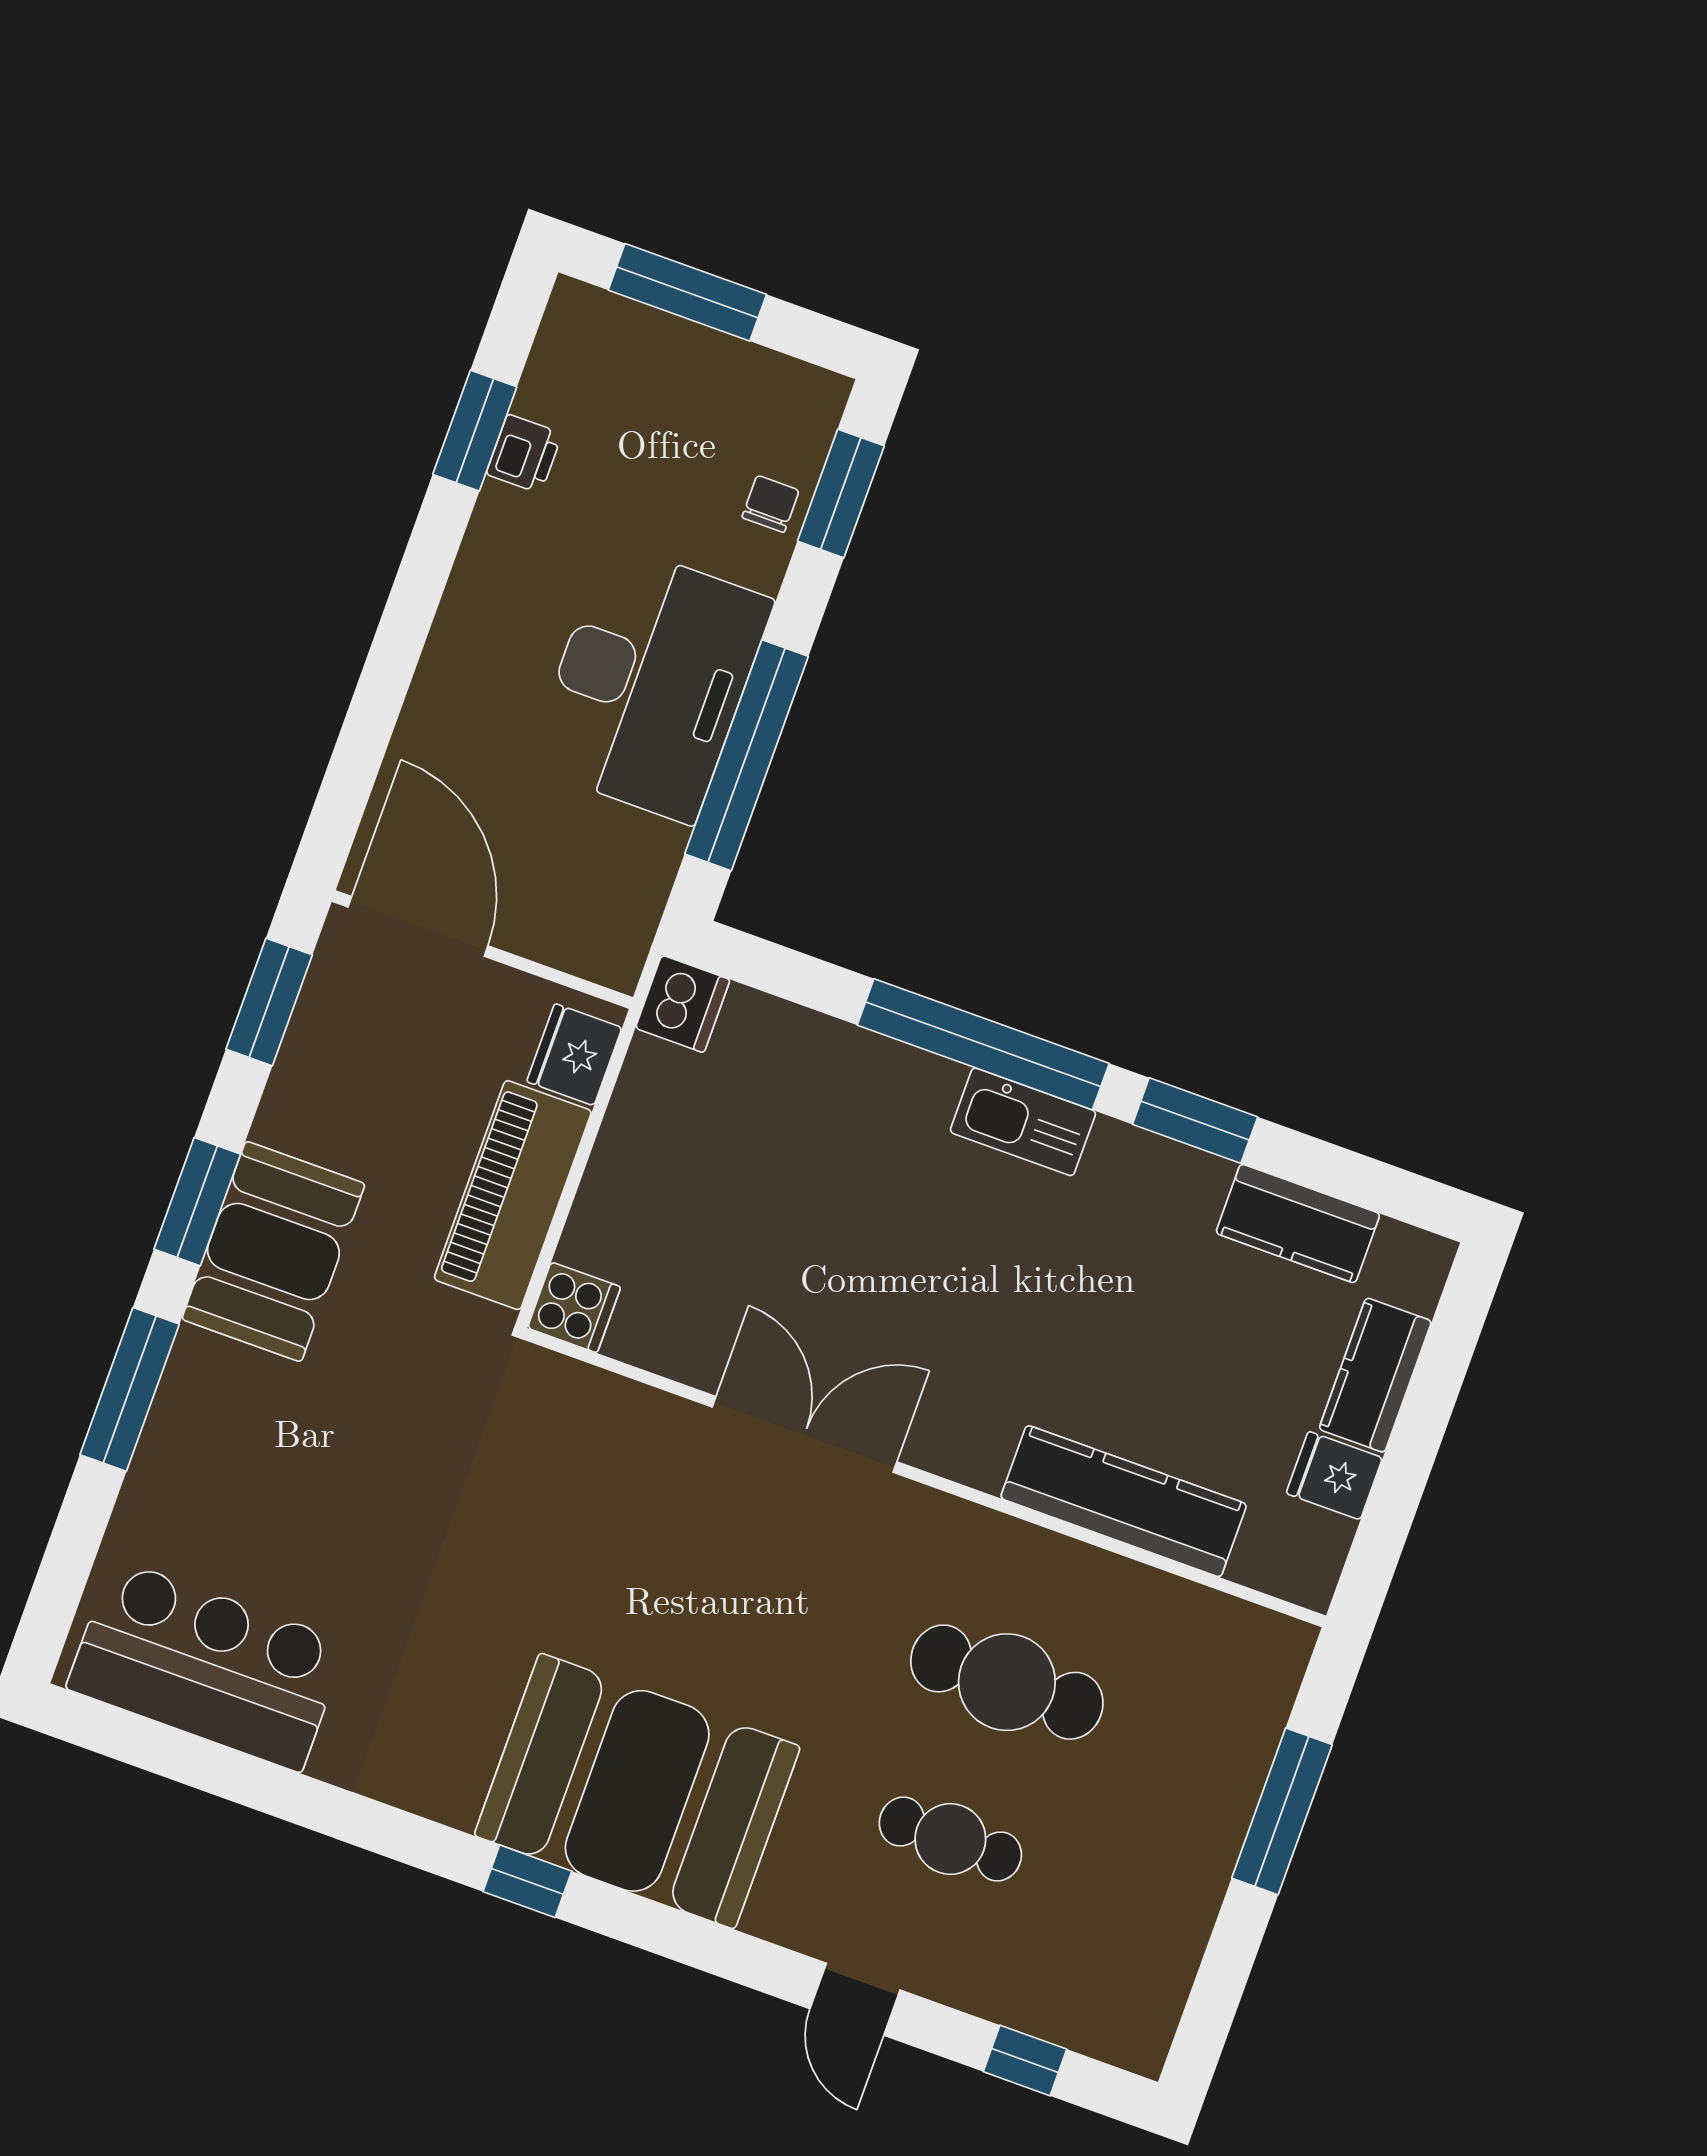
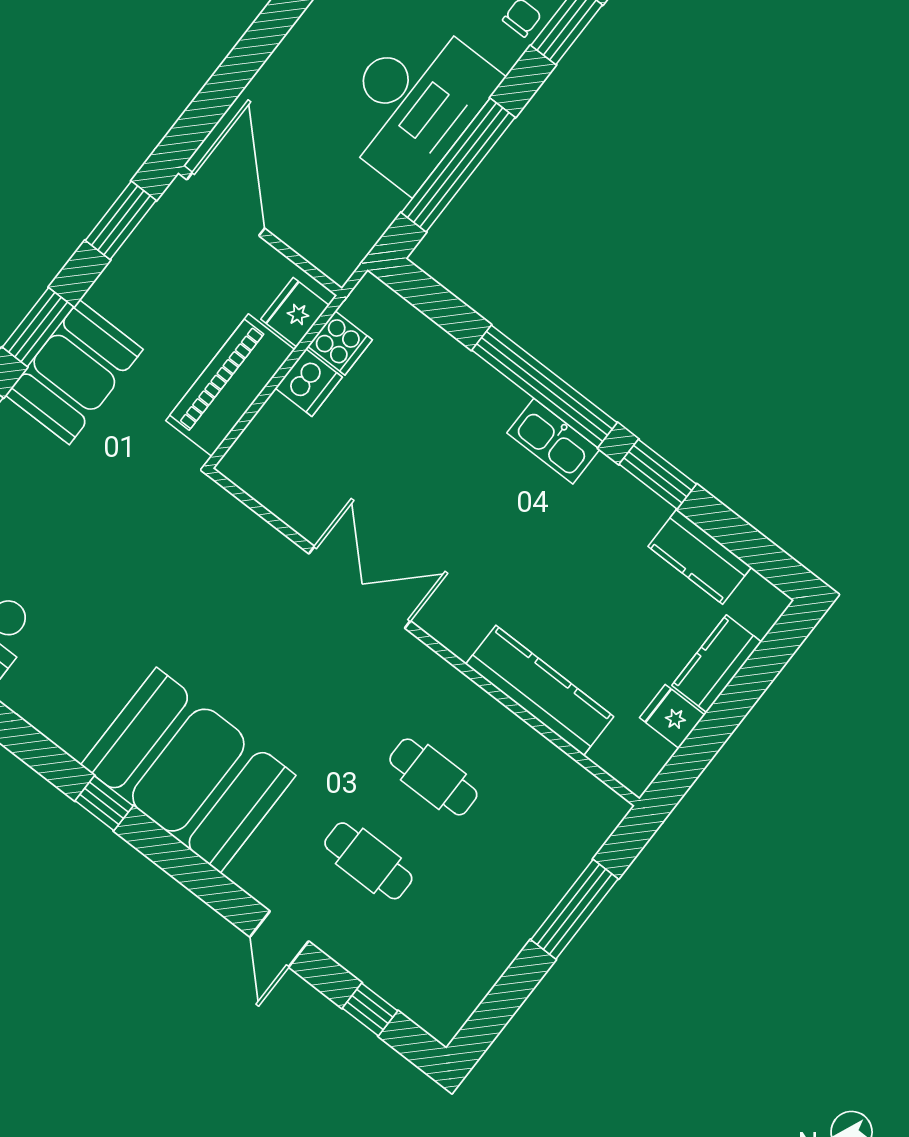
dishwasher: (683, 1004) -> (309, 383), moved
cooker: (574, 1307) -> (340, 343), moved
cafe table: (1007, 1682) -> (433, 777), width x0.73, depth x0.74

